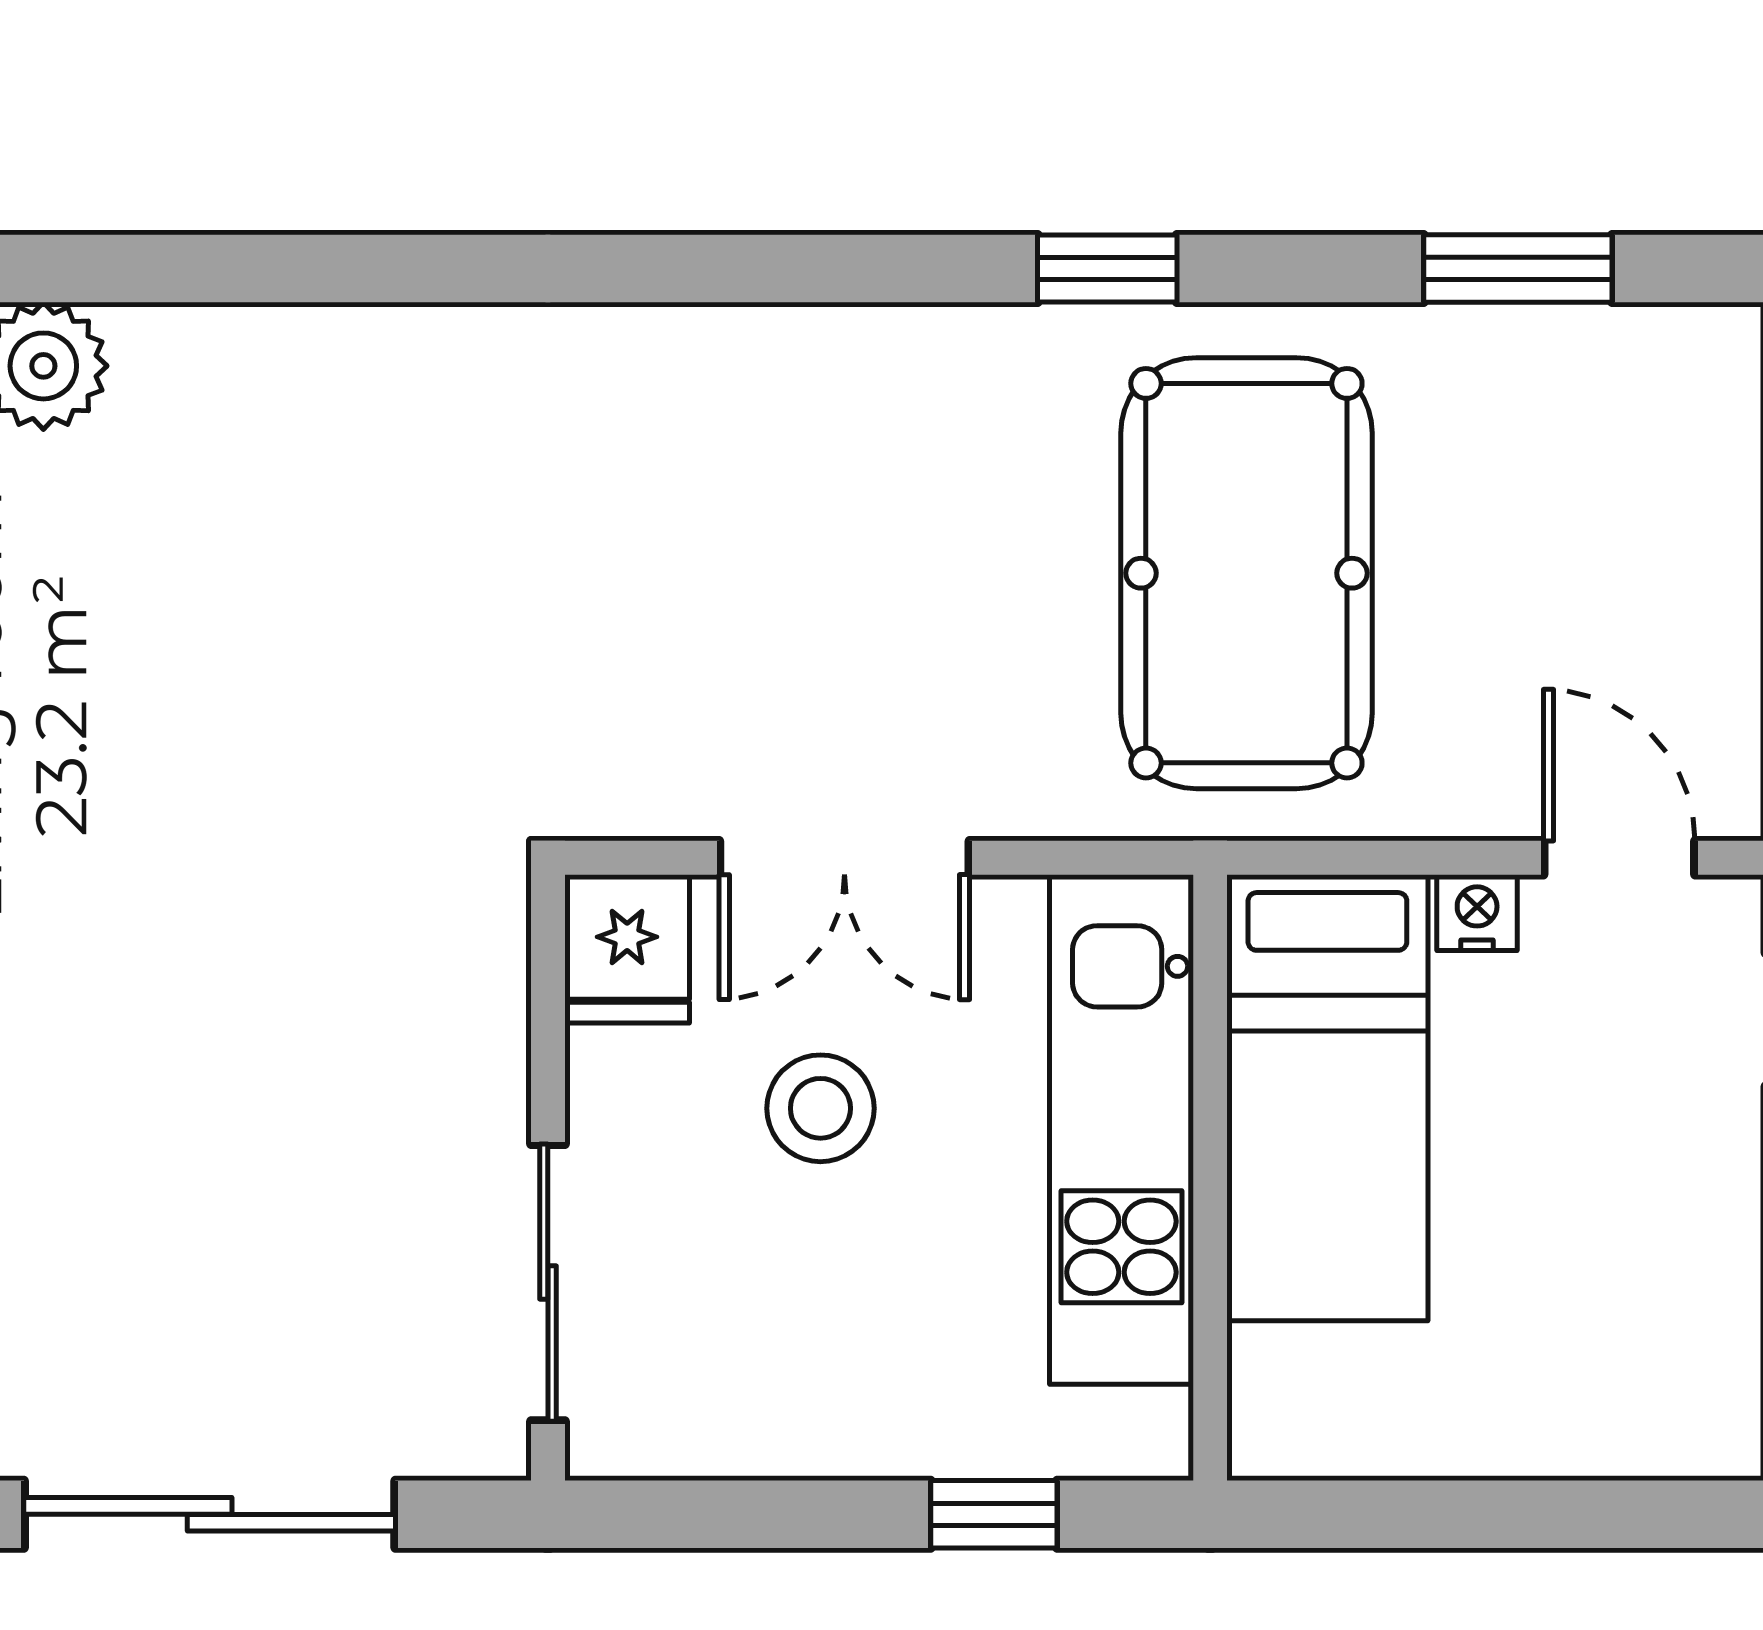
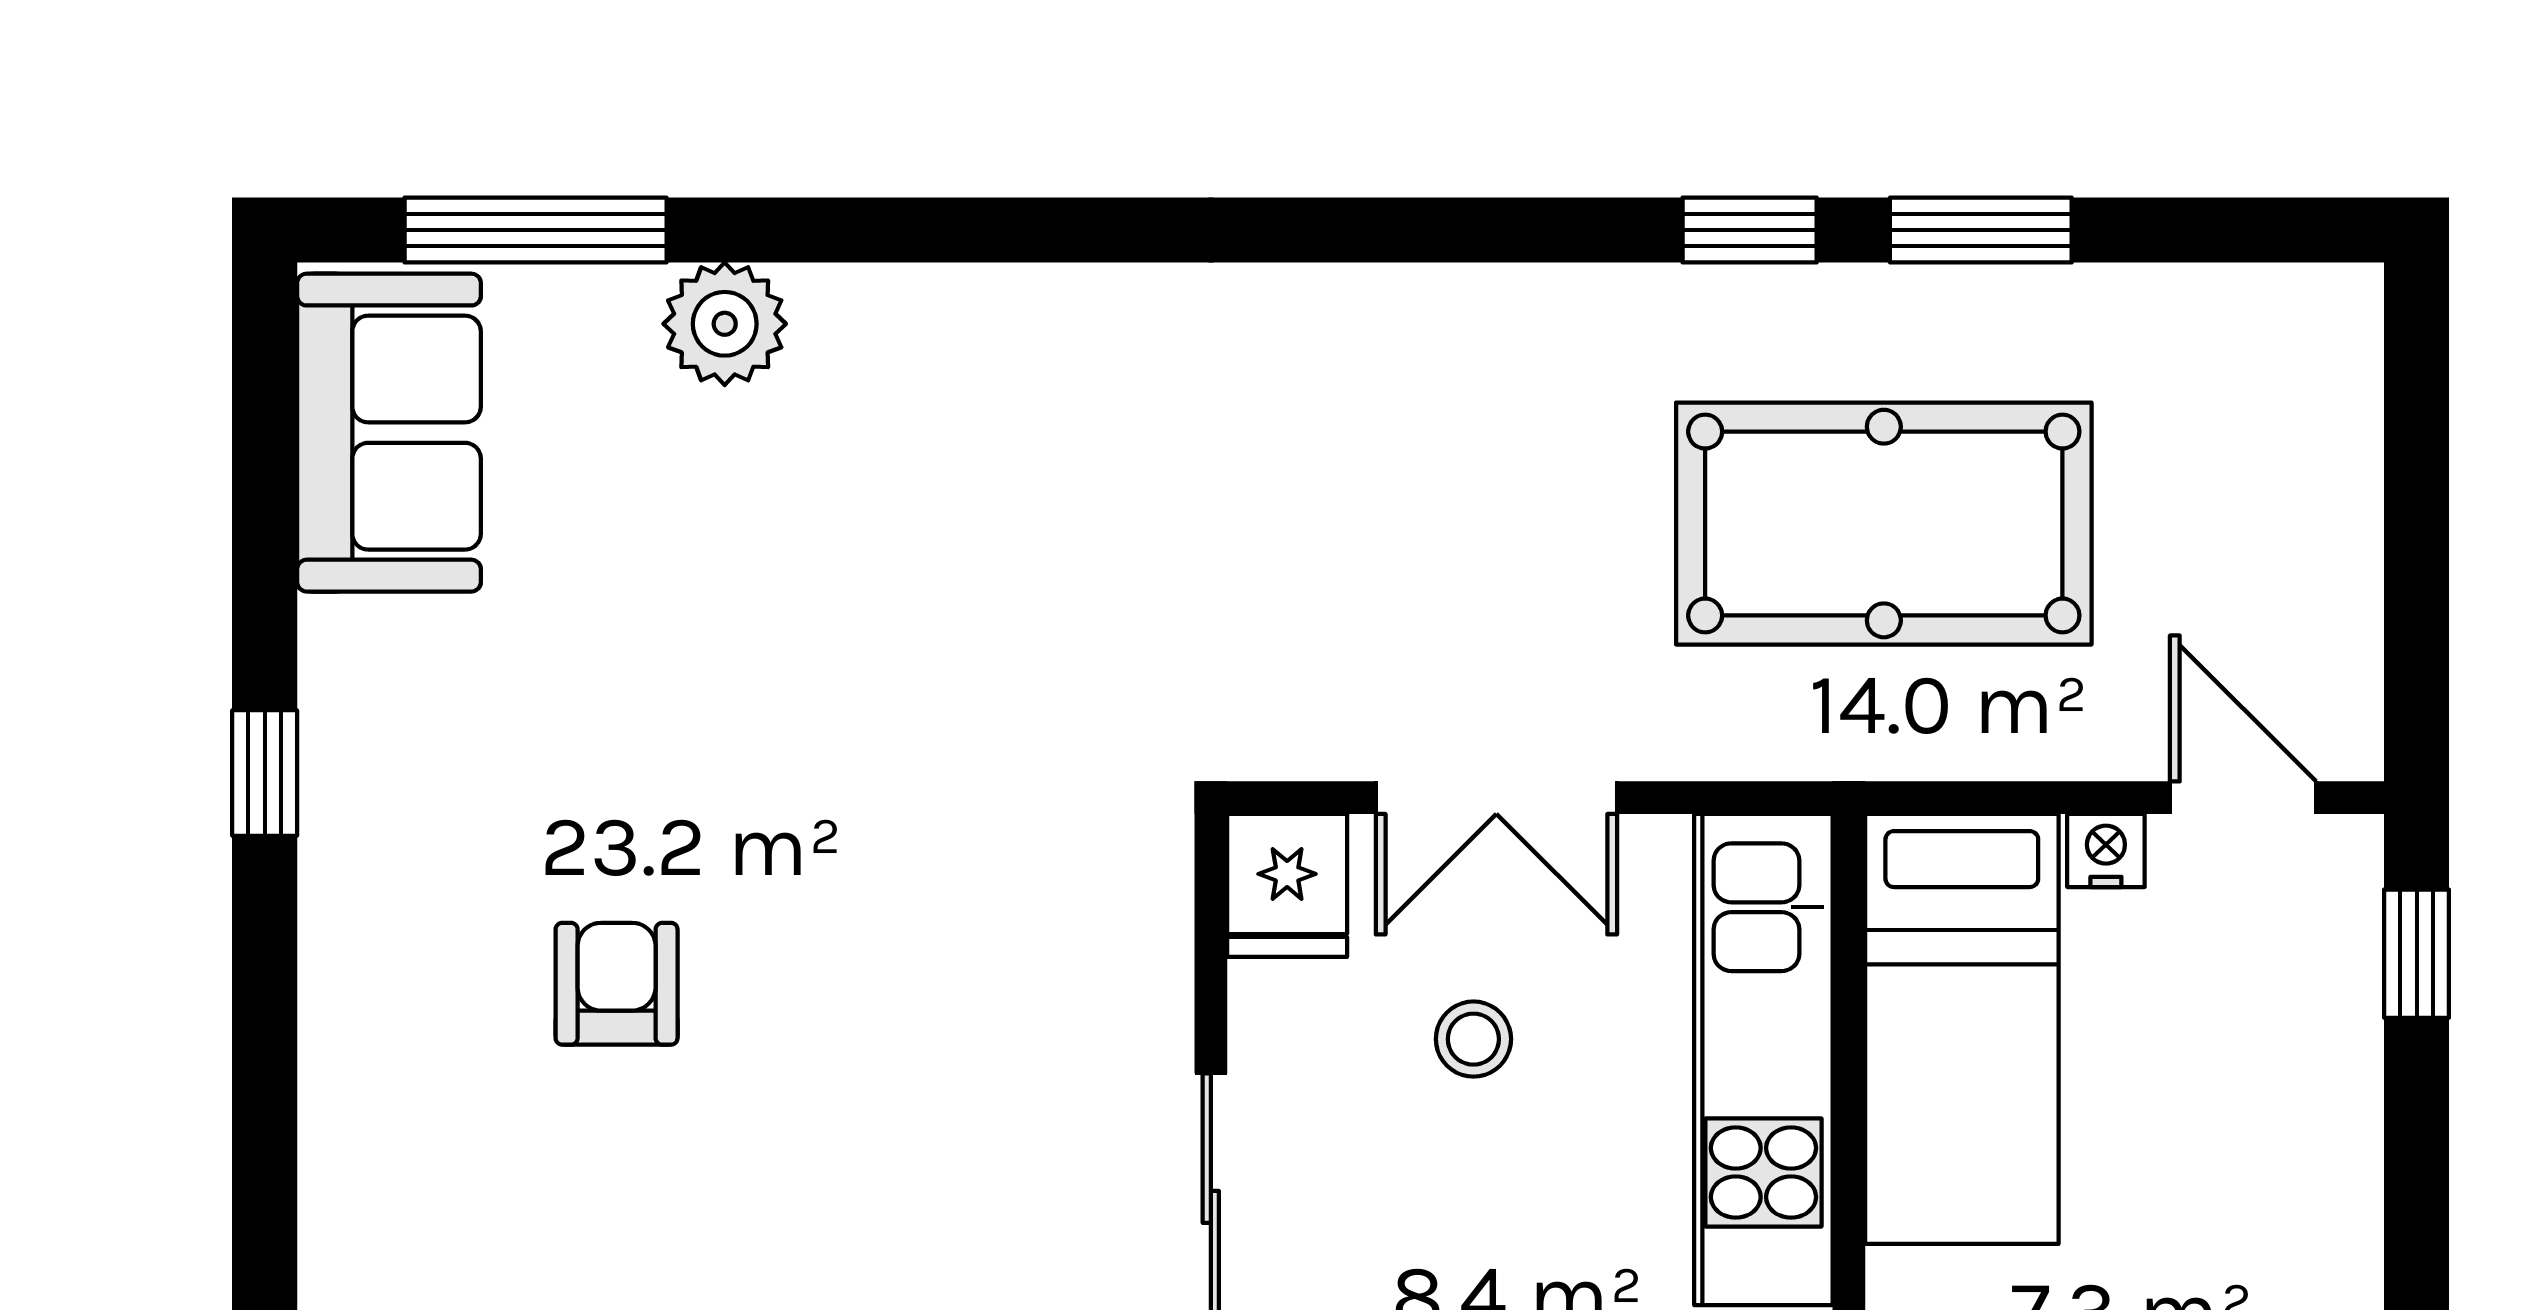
window: (1518, 269) -> (1981, 230), moved
pool table: (1246, 573) -> (1884, 524), turned 90
stool: (820, 1108) -> (1473, 1039), width x0.73, depth x0.73

